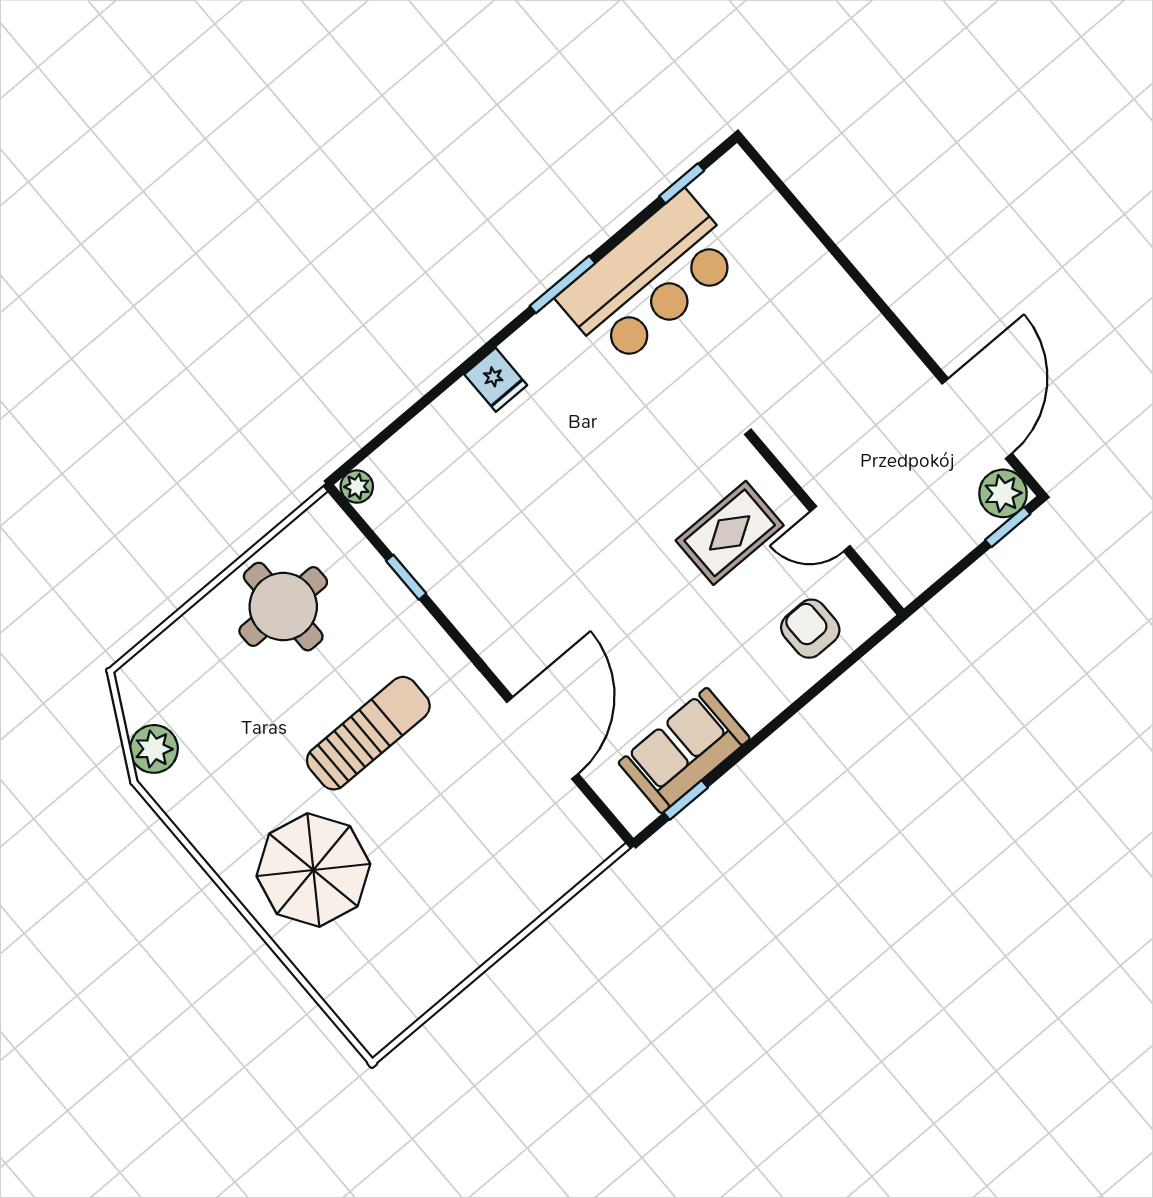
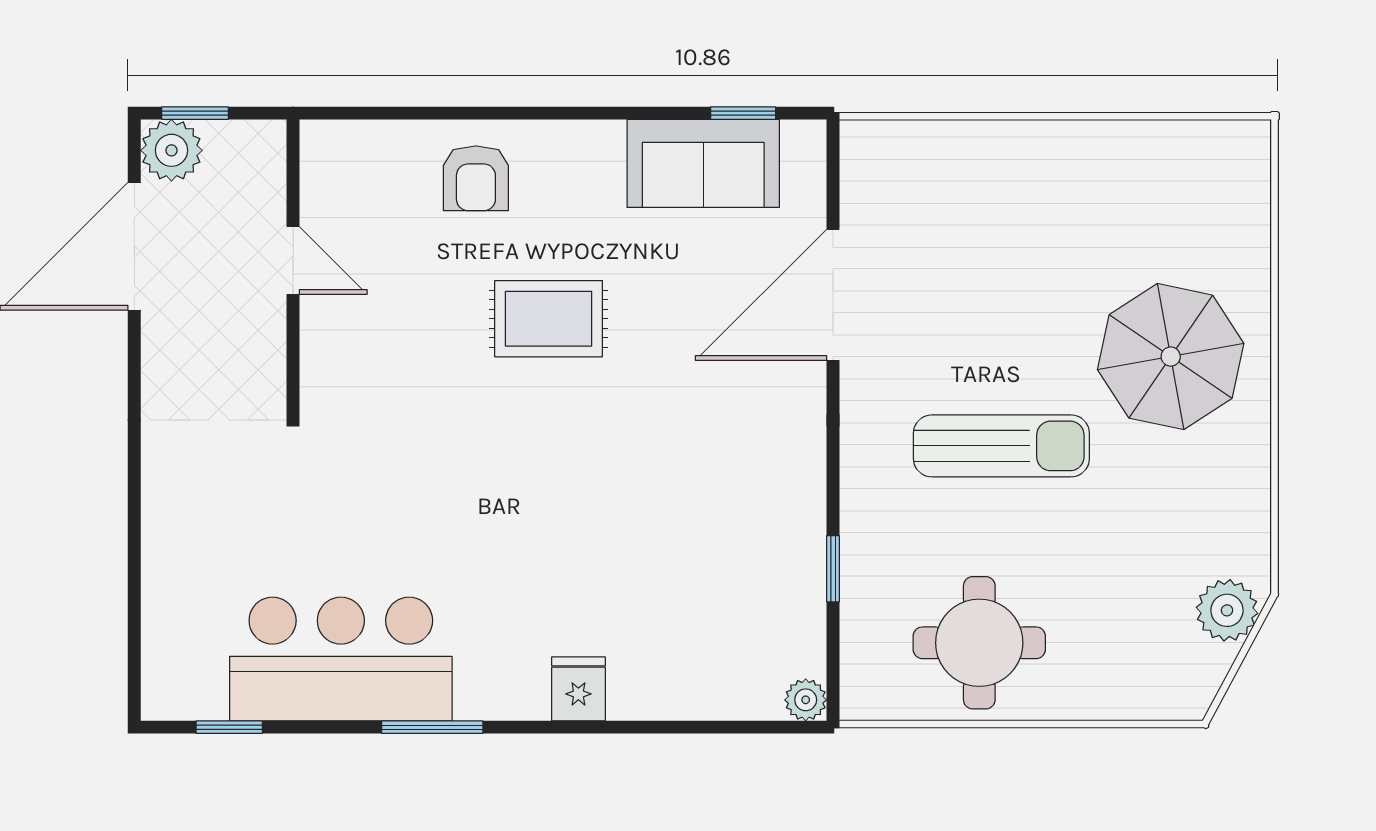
wall: (827, 525) -> (293, 267), moved
door: (830, 529) -> (293, 261), moved
rug: (730, 533) -> (549, 319), moved
sun lounger: (368, 733) -> (1001, 446), turned 180

